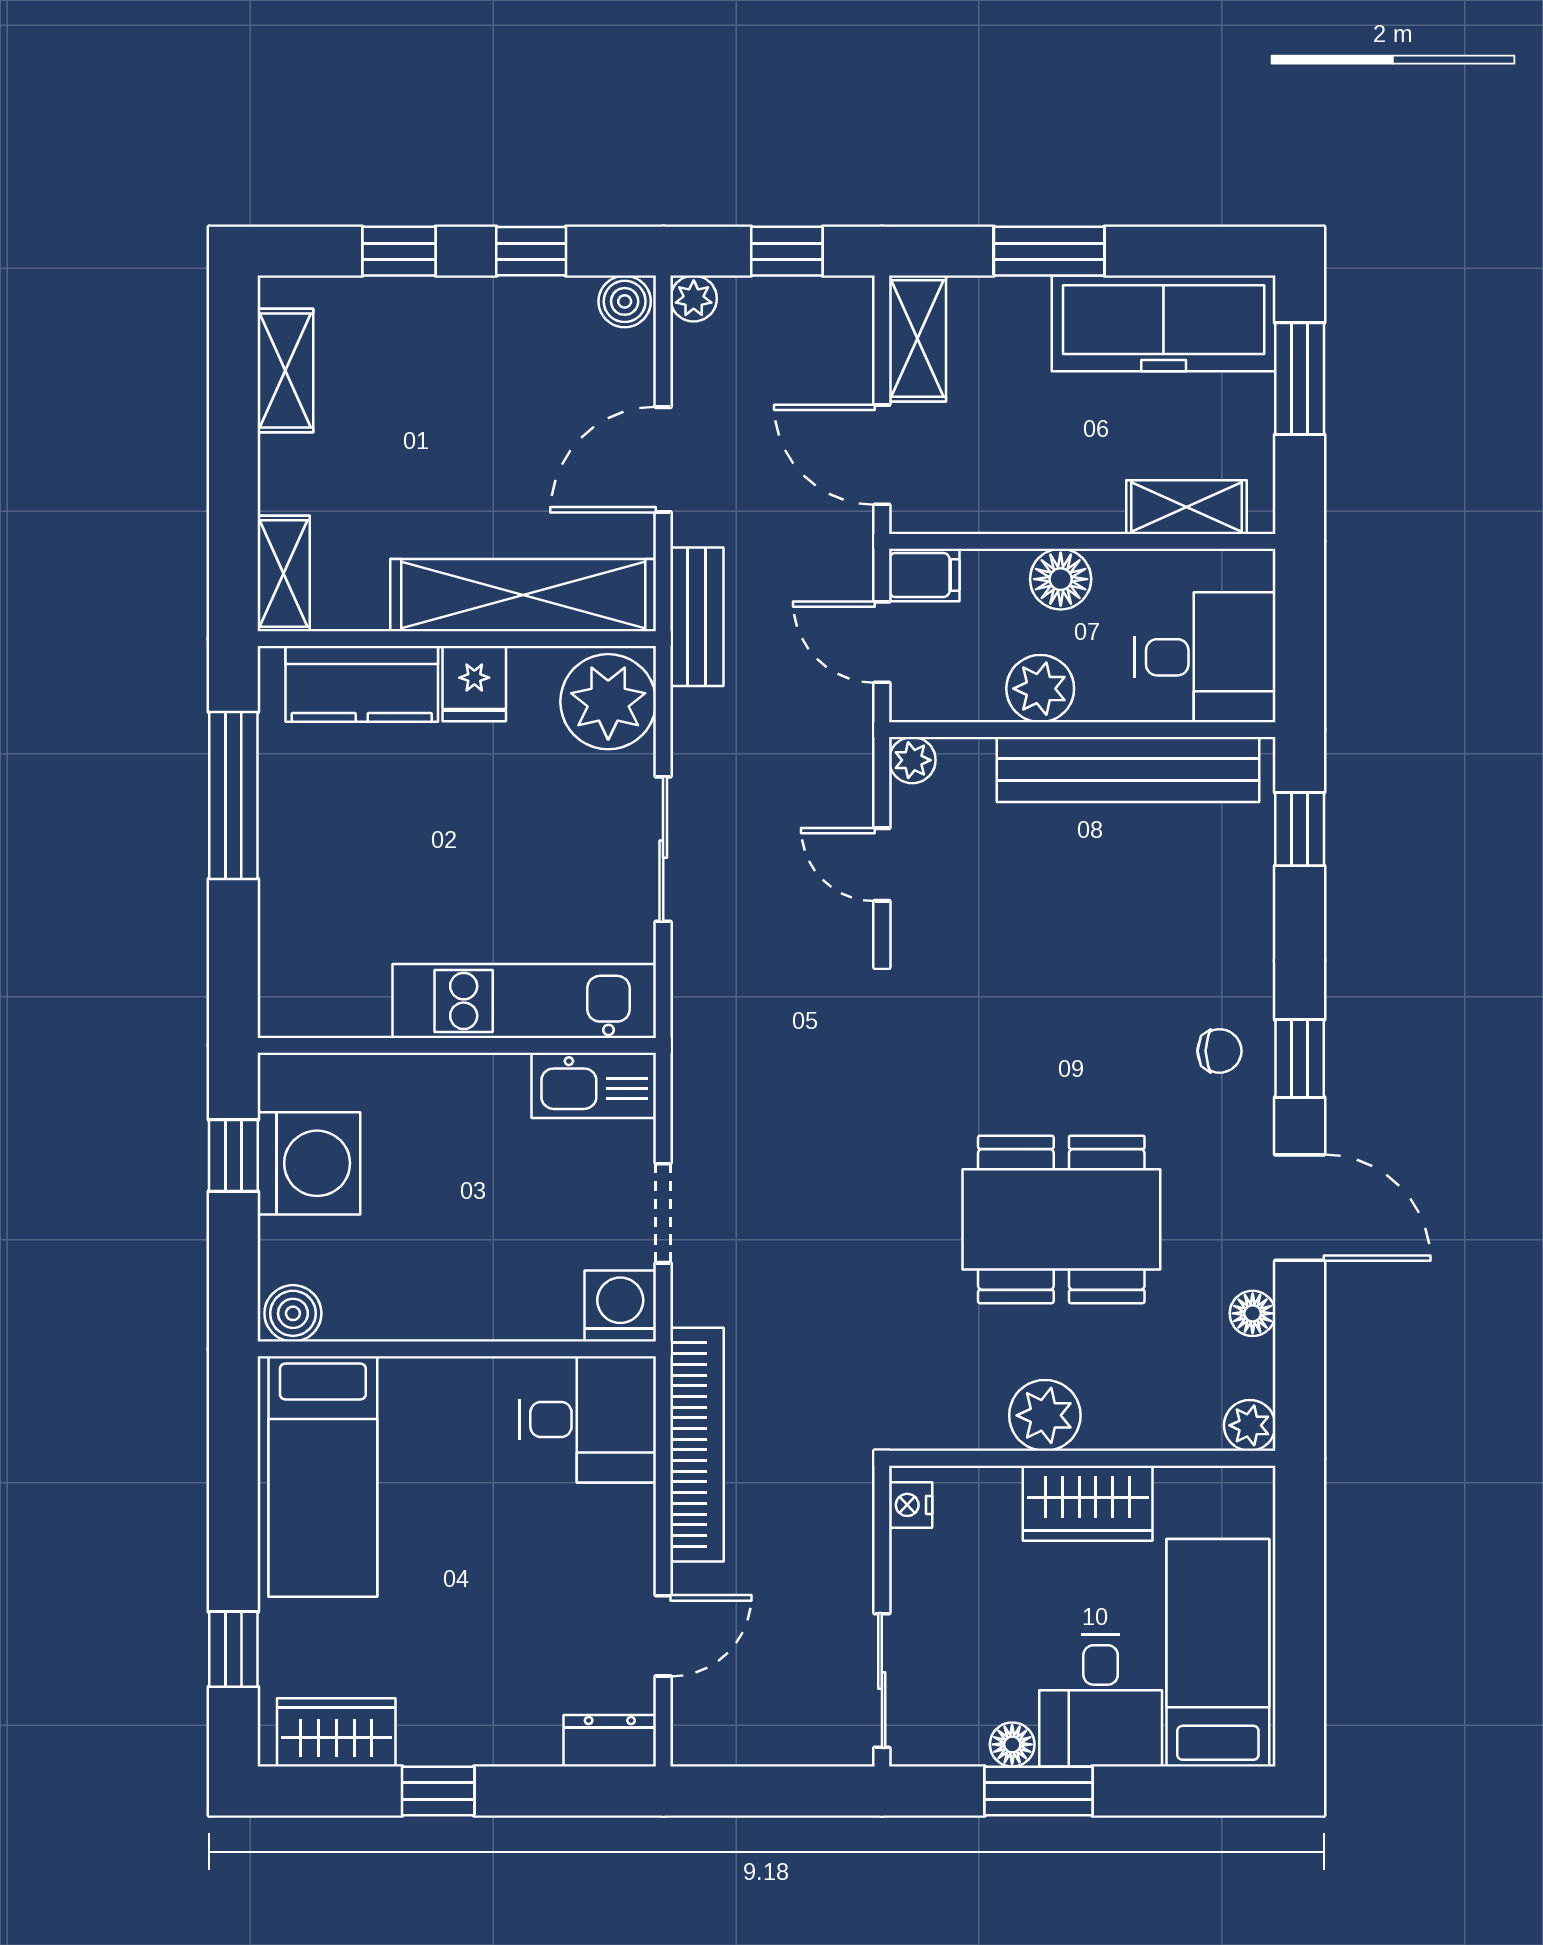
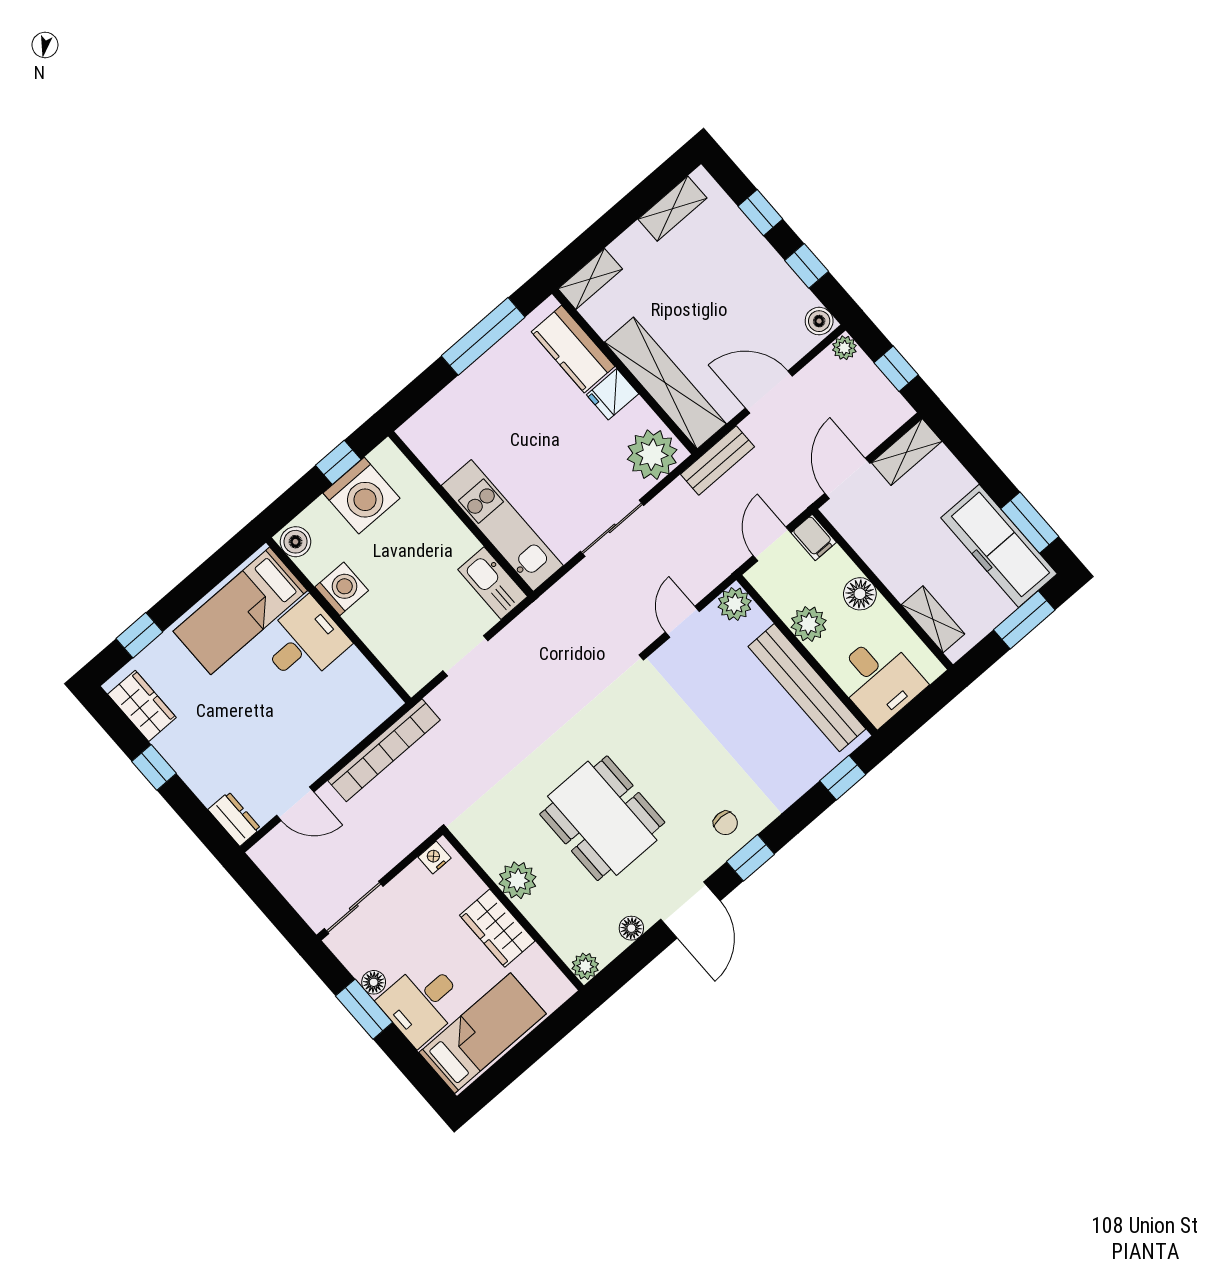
window: (1049, 251) -> (1030, 523), moved
plant: (912, 760) -> (735, 604), width x1.38, depth x1.38
washing machine: (620, 1306) -> (342, 589), moved
desk: (588, 1419) -> (304, 642), moved, turned -90

